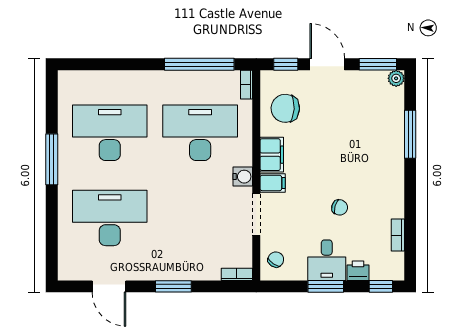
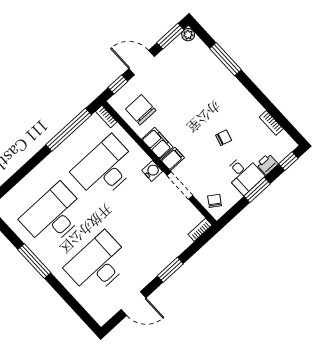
chair: (285, 108) -> (141, 110), turned 87

